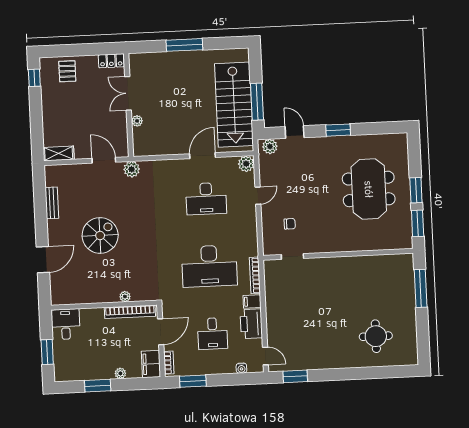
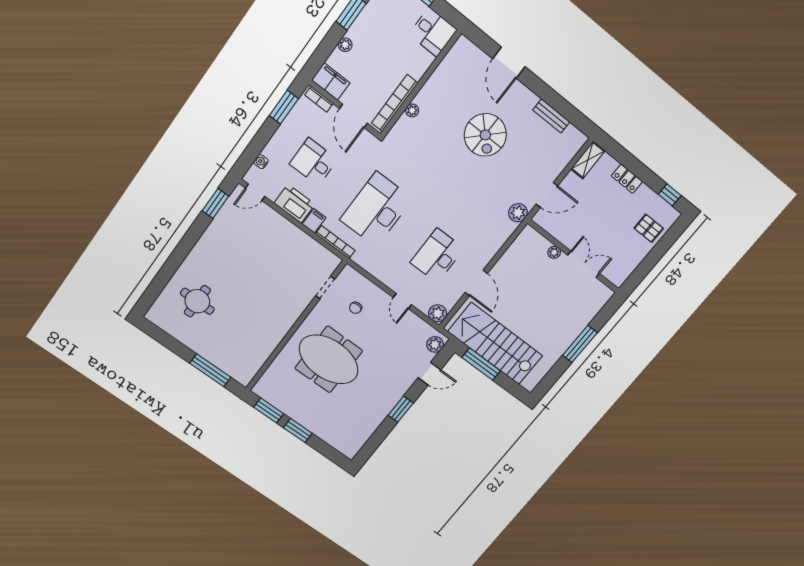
locker: (111, 61) -> (627, 179), moved, turned -90
meeting table: (369, 189) -> (329, 359), moved

